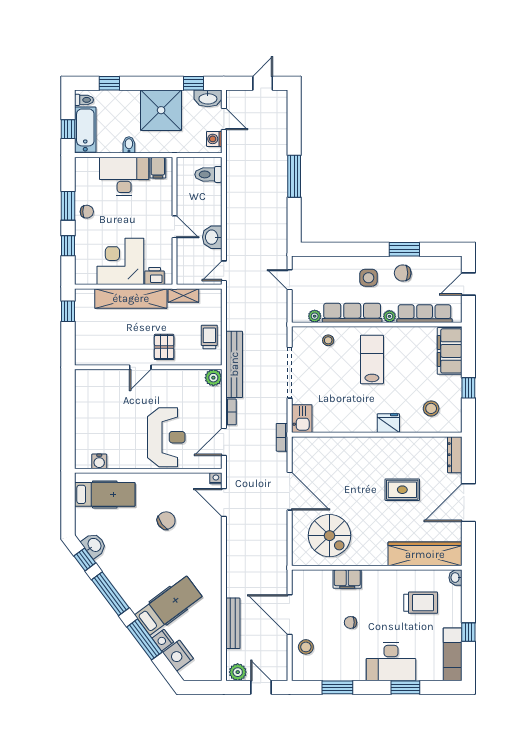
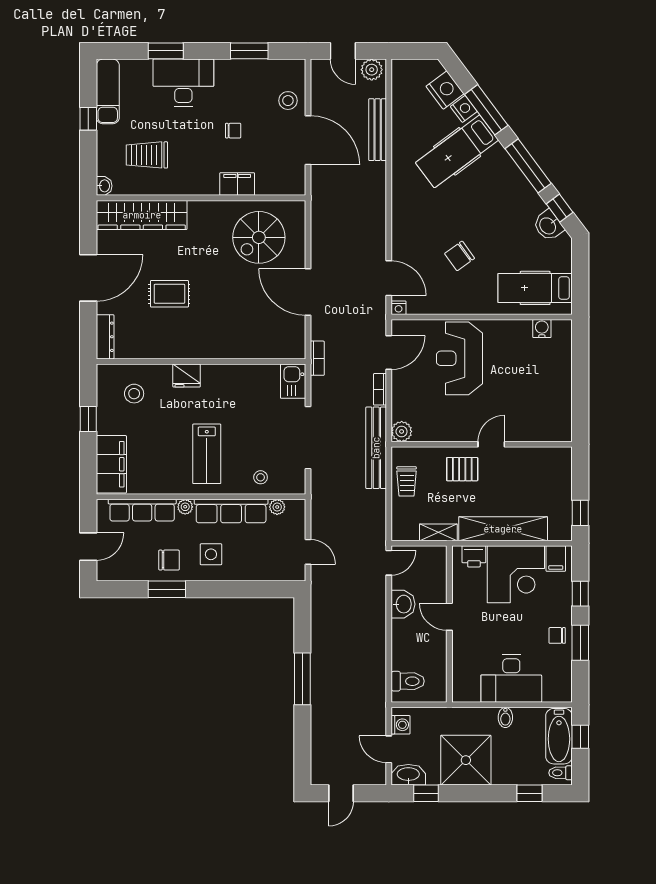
filing cabinet: (158, 168) -> (556, 559), moved, turned 180
pallet: (164, 347) -> (462, 469), turned 90
spiral stairs: (330, 536) -> (259, 237), turned -90

